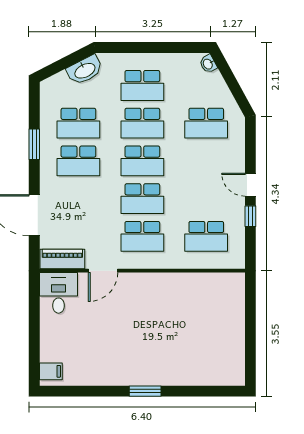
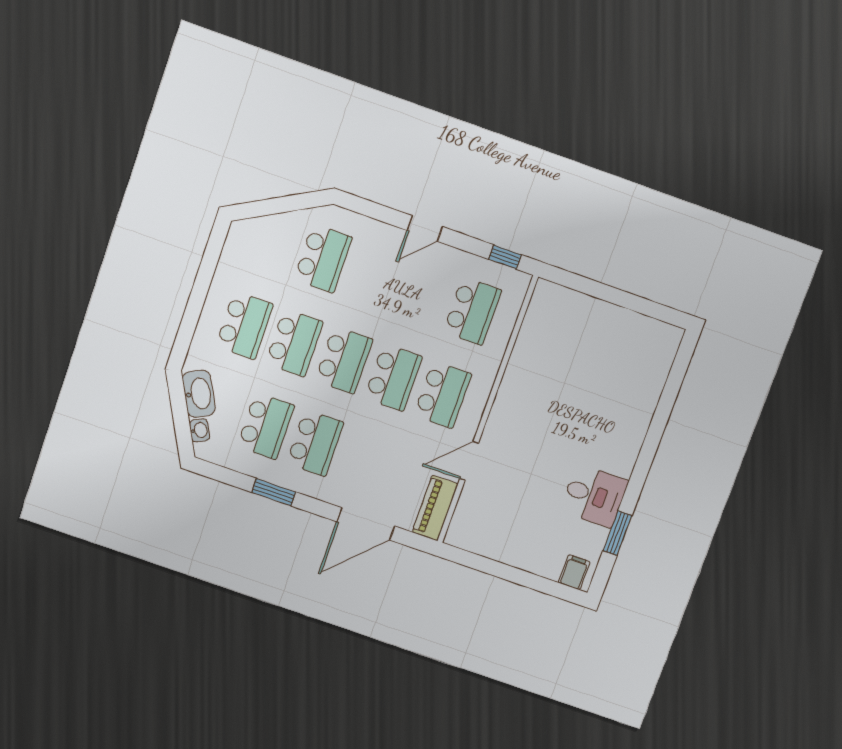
washbasin: (208, 64) -> (199, 430), moved, turned -88
window: (250, 216) -> (505, 257), moved
door: (103, 271) -> (469, 461), swing flipped
desk: (58, 293) -> (594, 496), moved, turned 180
window: (145, 391) -> (617, 533), moved

